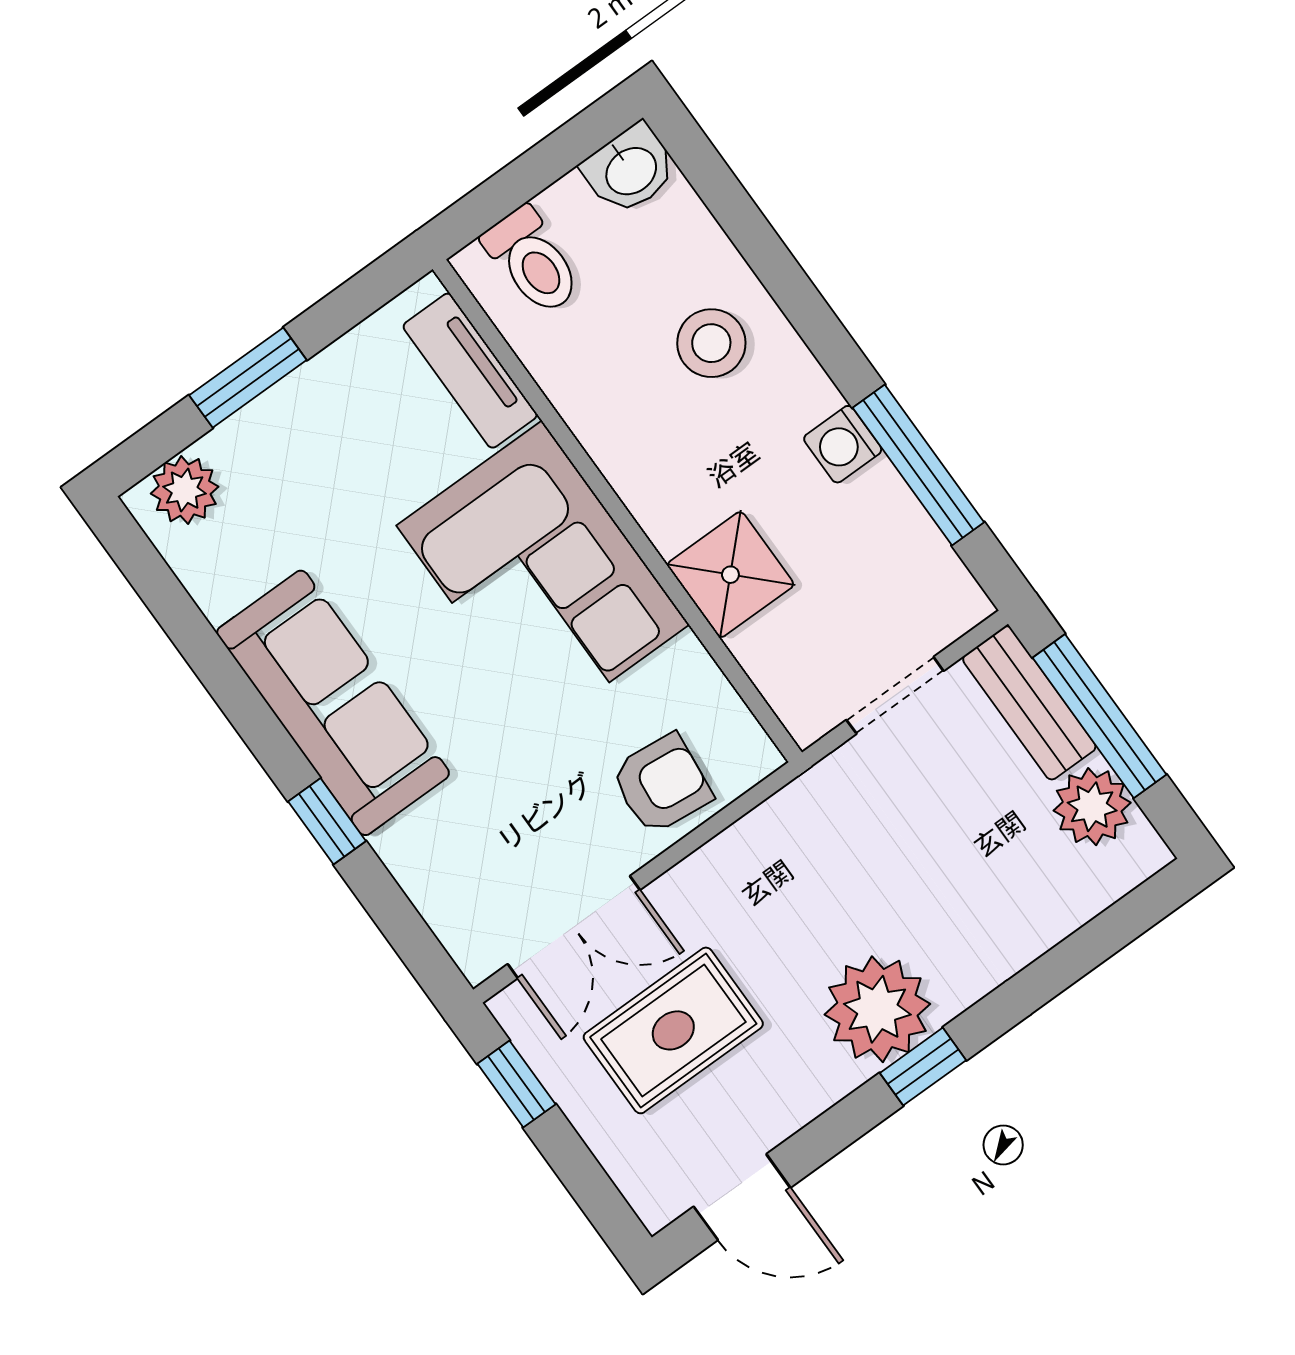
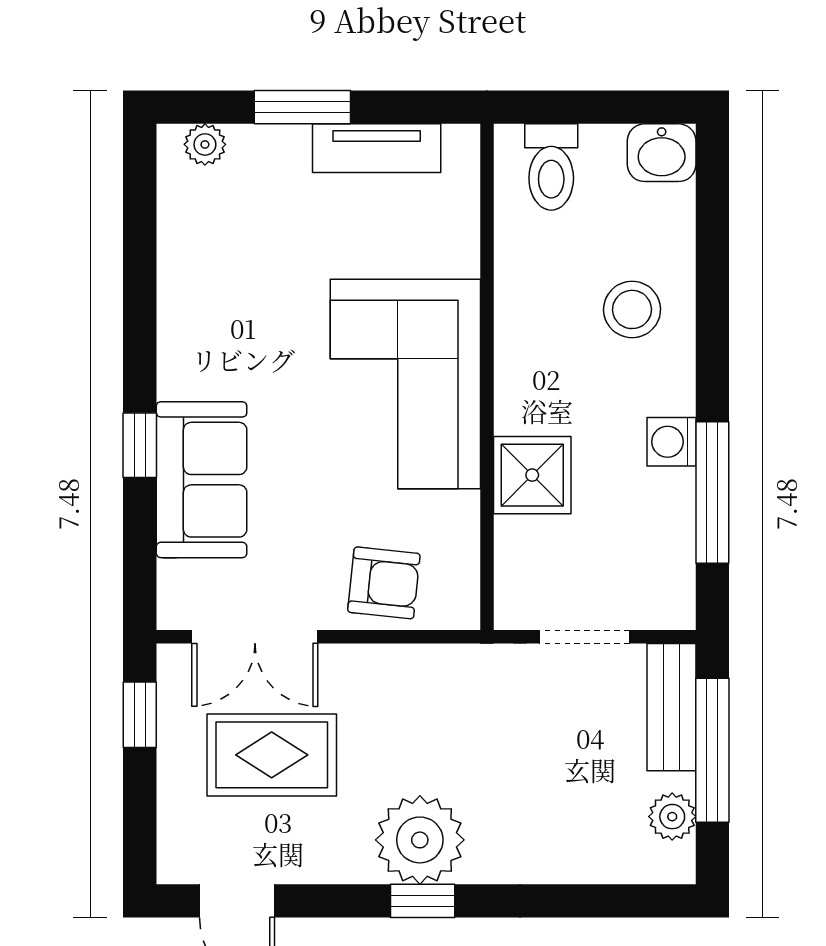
tv unit: (470, 371) -> (377, 148), moved, turned -90
plant: (185, 490) -> (205, 144), width x0.73, depth x0.73
sofa: (333, 703) -> (202, 480), moved, width x0.73
plant: (1092, 807) -> (672, 817), width x0.73, depth x0.73

